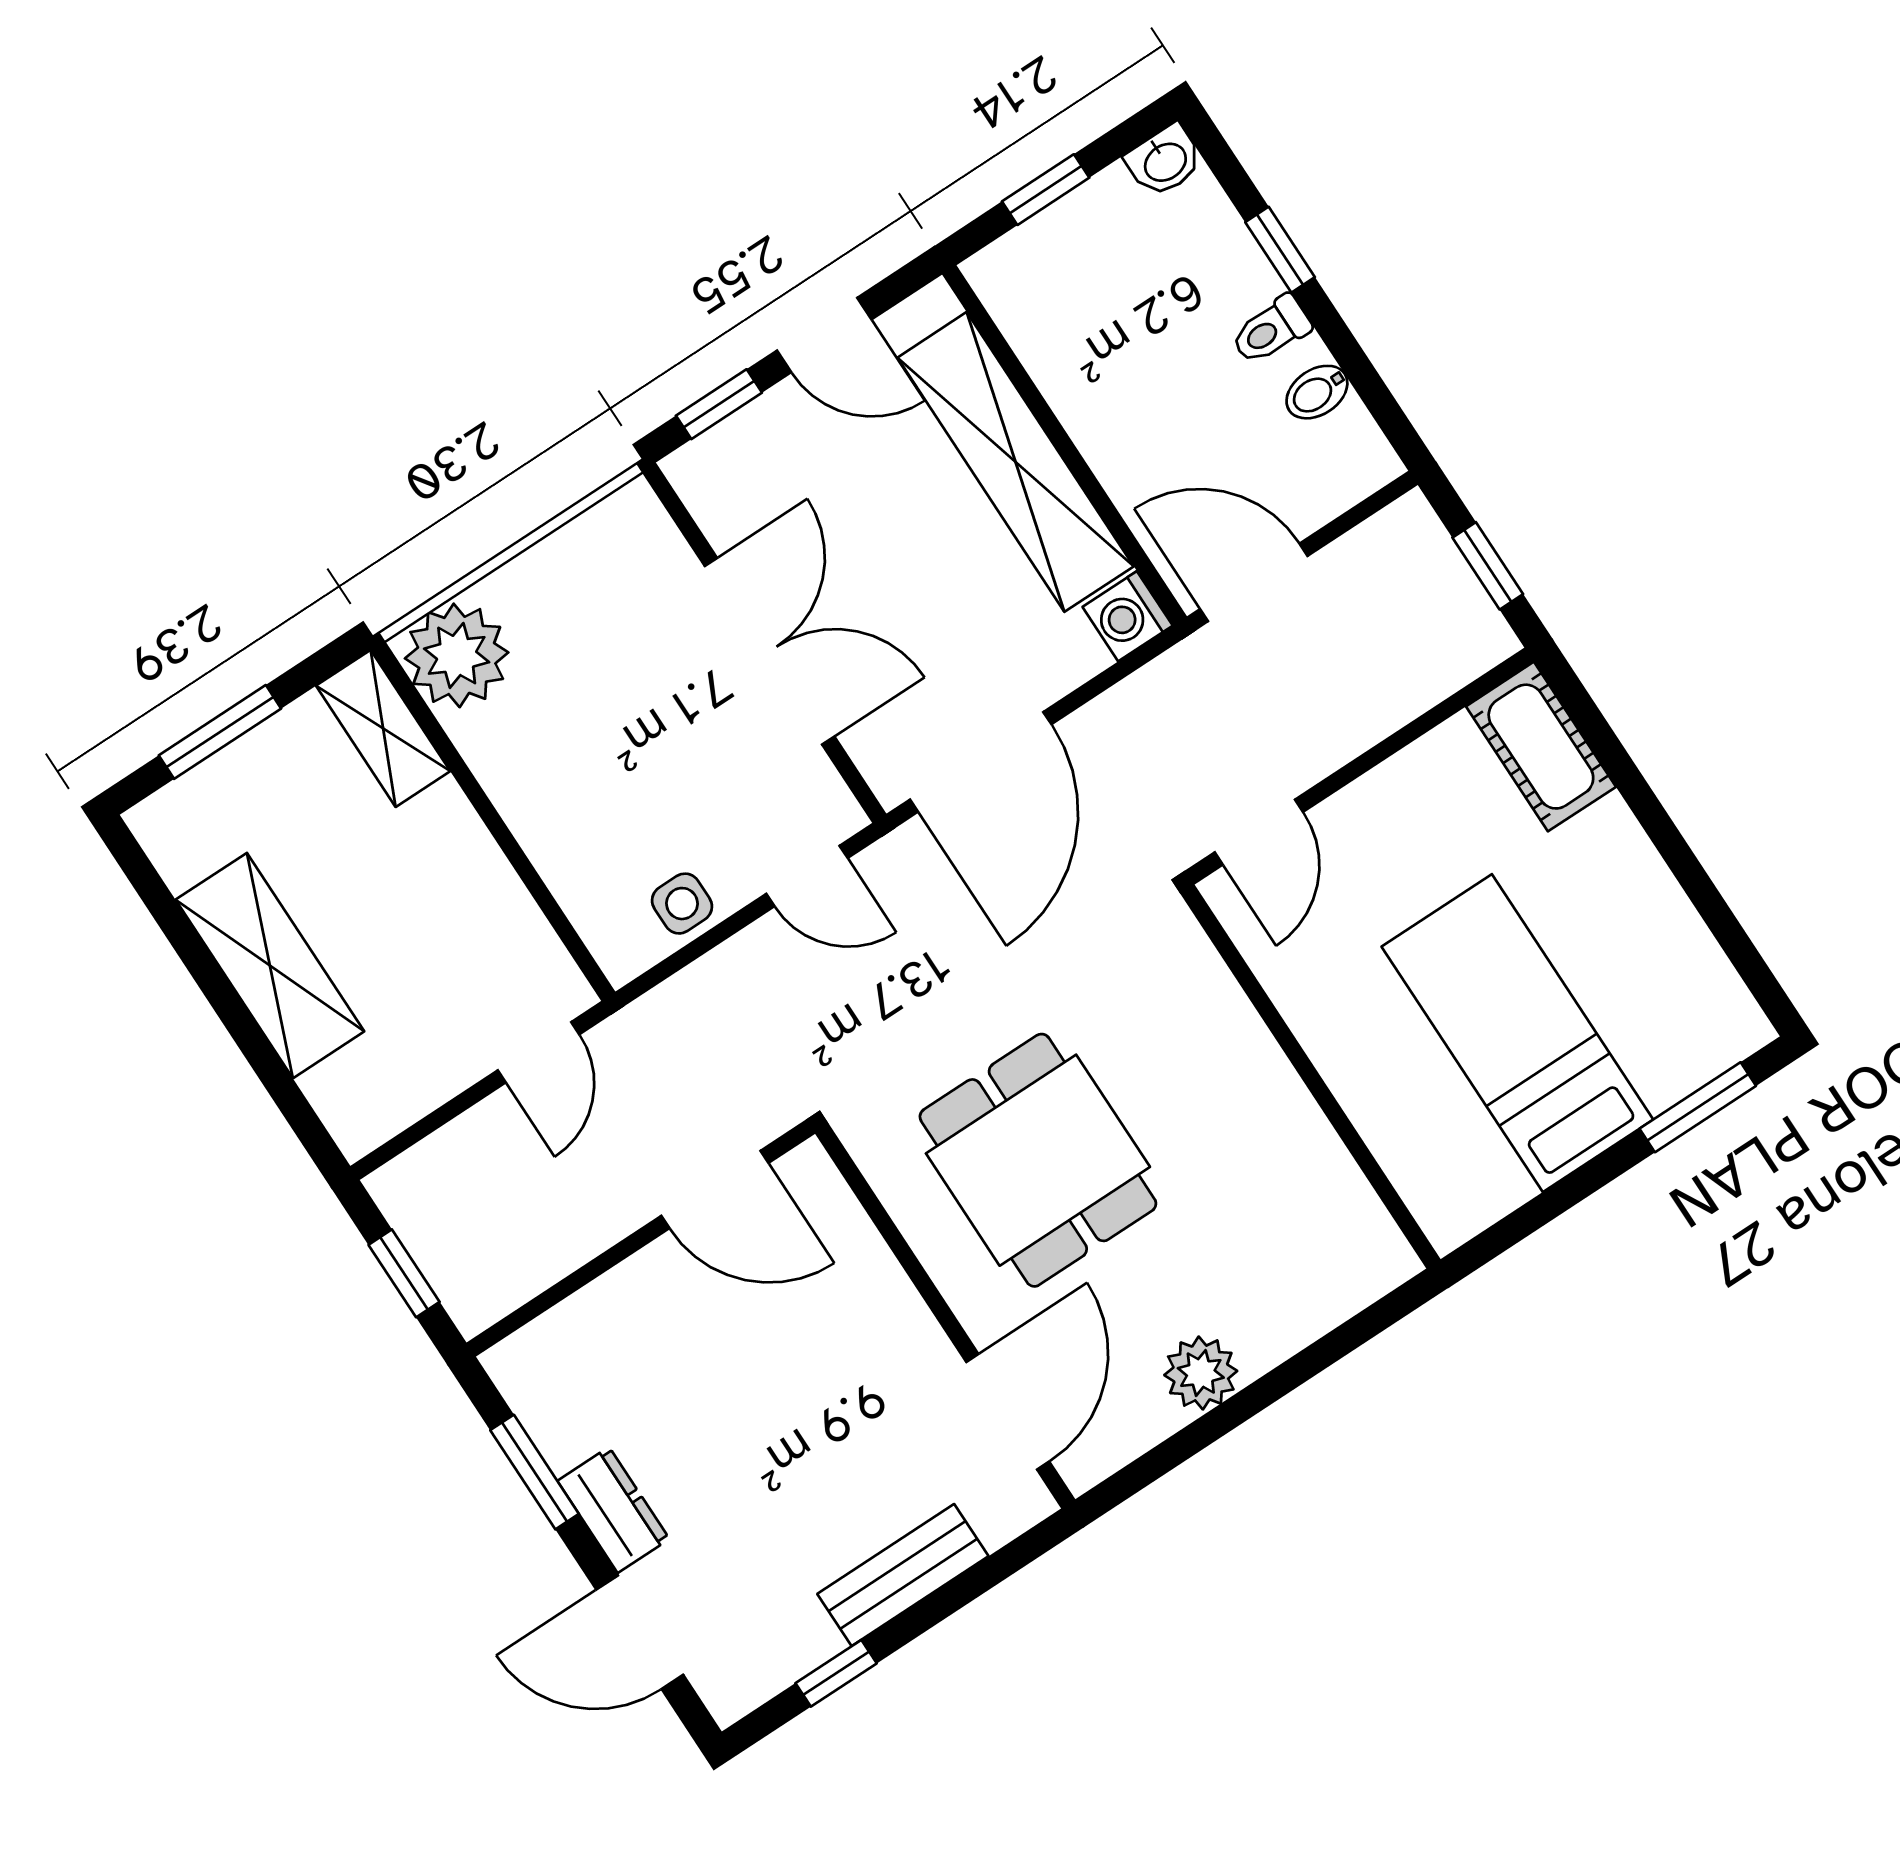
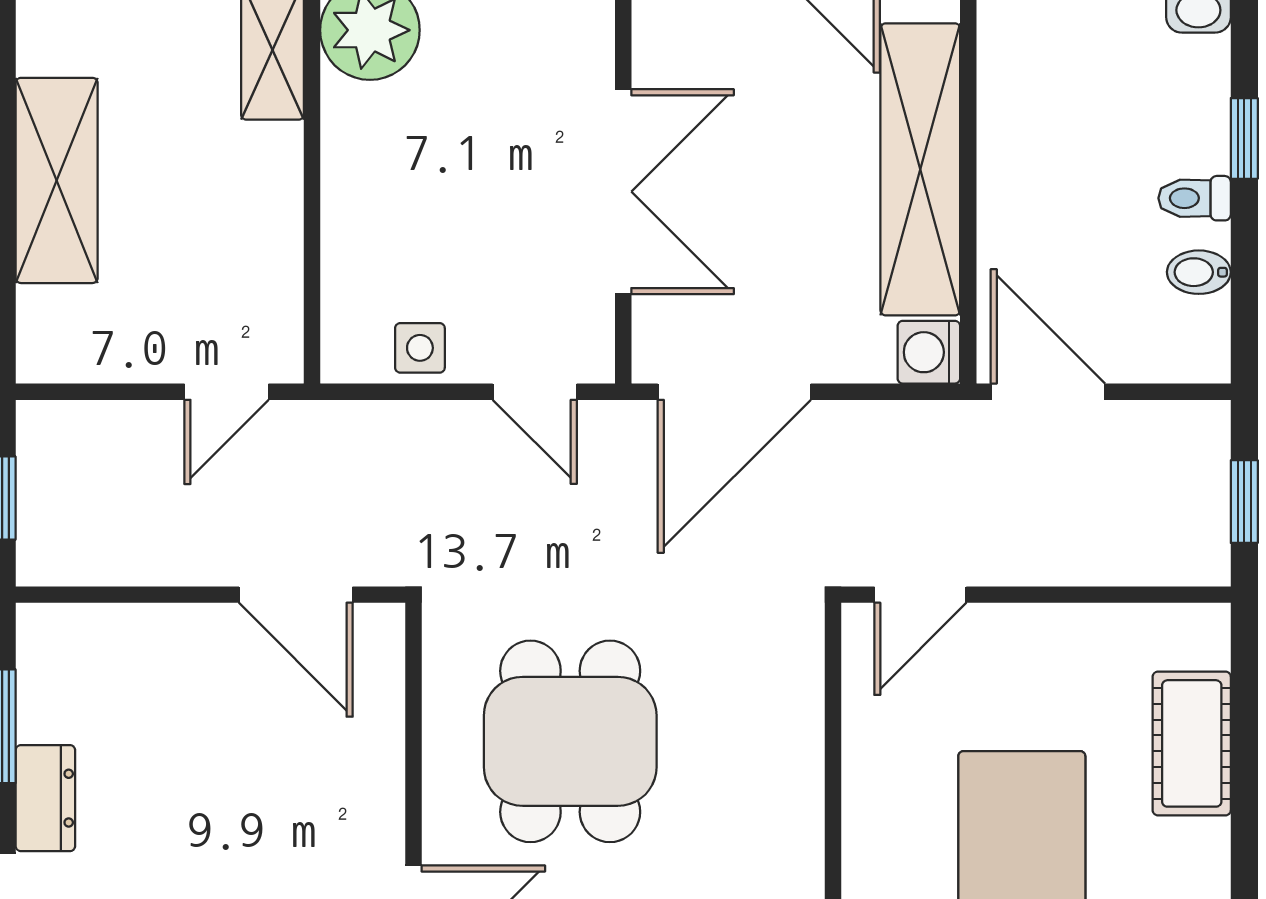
cot: (1541, 747) -> (1192, 743), moved

